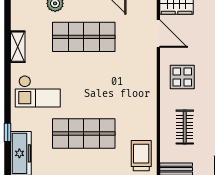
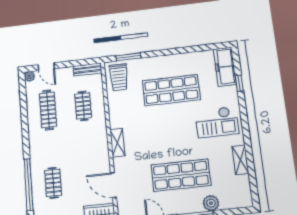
display table: (182, 77) -> (89, 149), removed
shelving: (150, 81) -> (117, 143), added
checkout: (38, 91) -> (217, 122), turned 180

